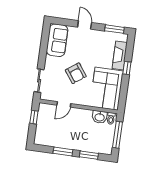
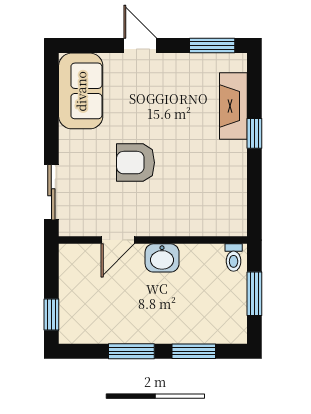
armchair: (76, 73) -> (136, 163), turned 126
corner sofa: (106, 89) -> (213, 189), removed
window: (34, 117) -> (51, 315), moved
washbasin: (100, 117) -> (162, 258), moved
window: (118, 135) -> (254, 294), width x0.69

